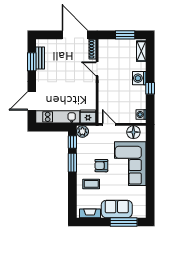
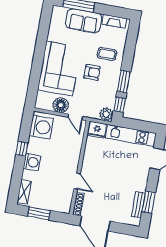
washing machine: (141, 114) -> (41, 127), width x1.89, depth x1.89
floor lamp: (133, 132) -> (61, 105), moved

